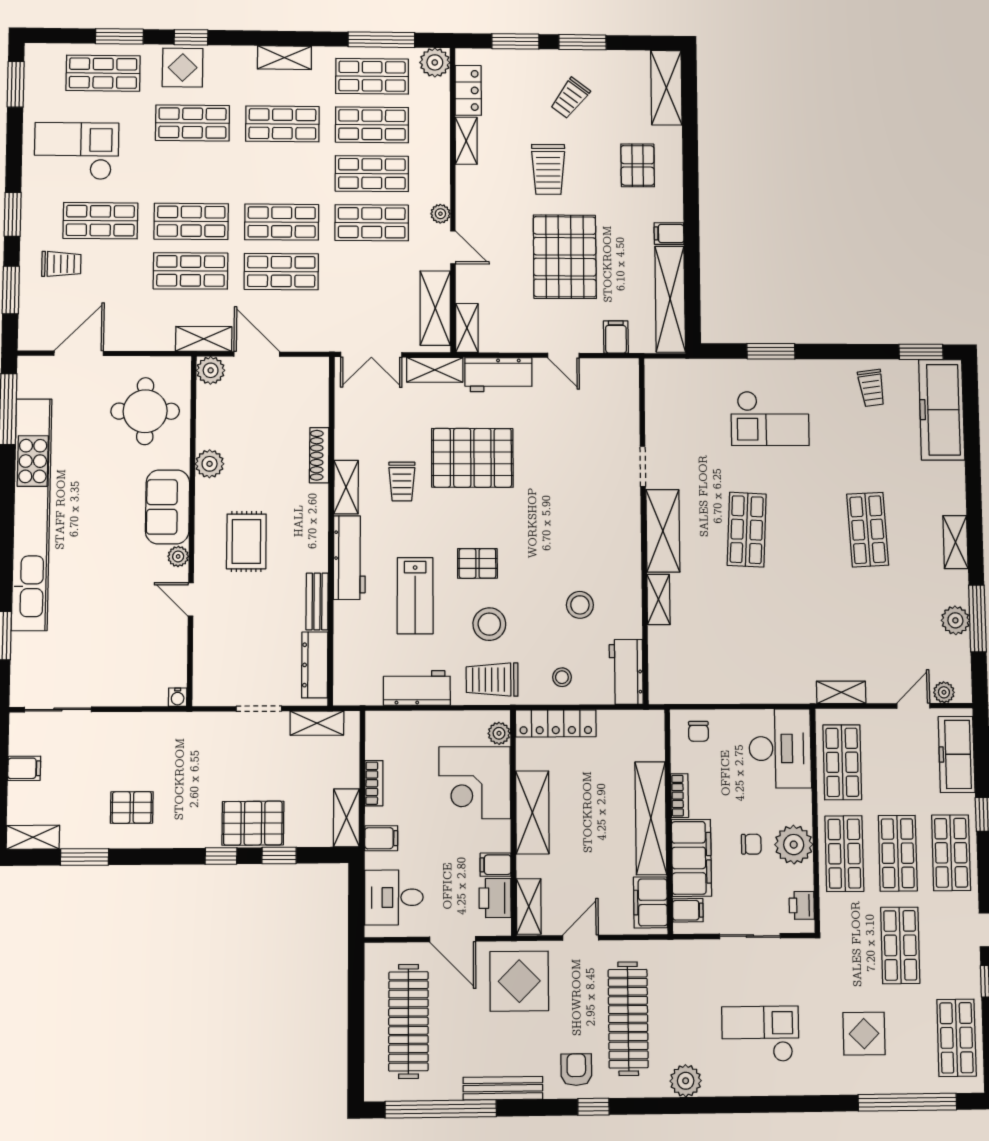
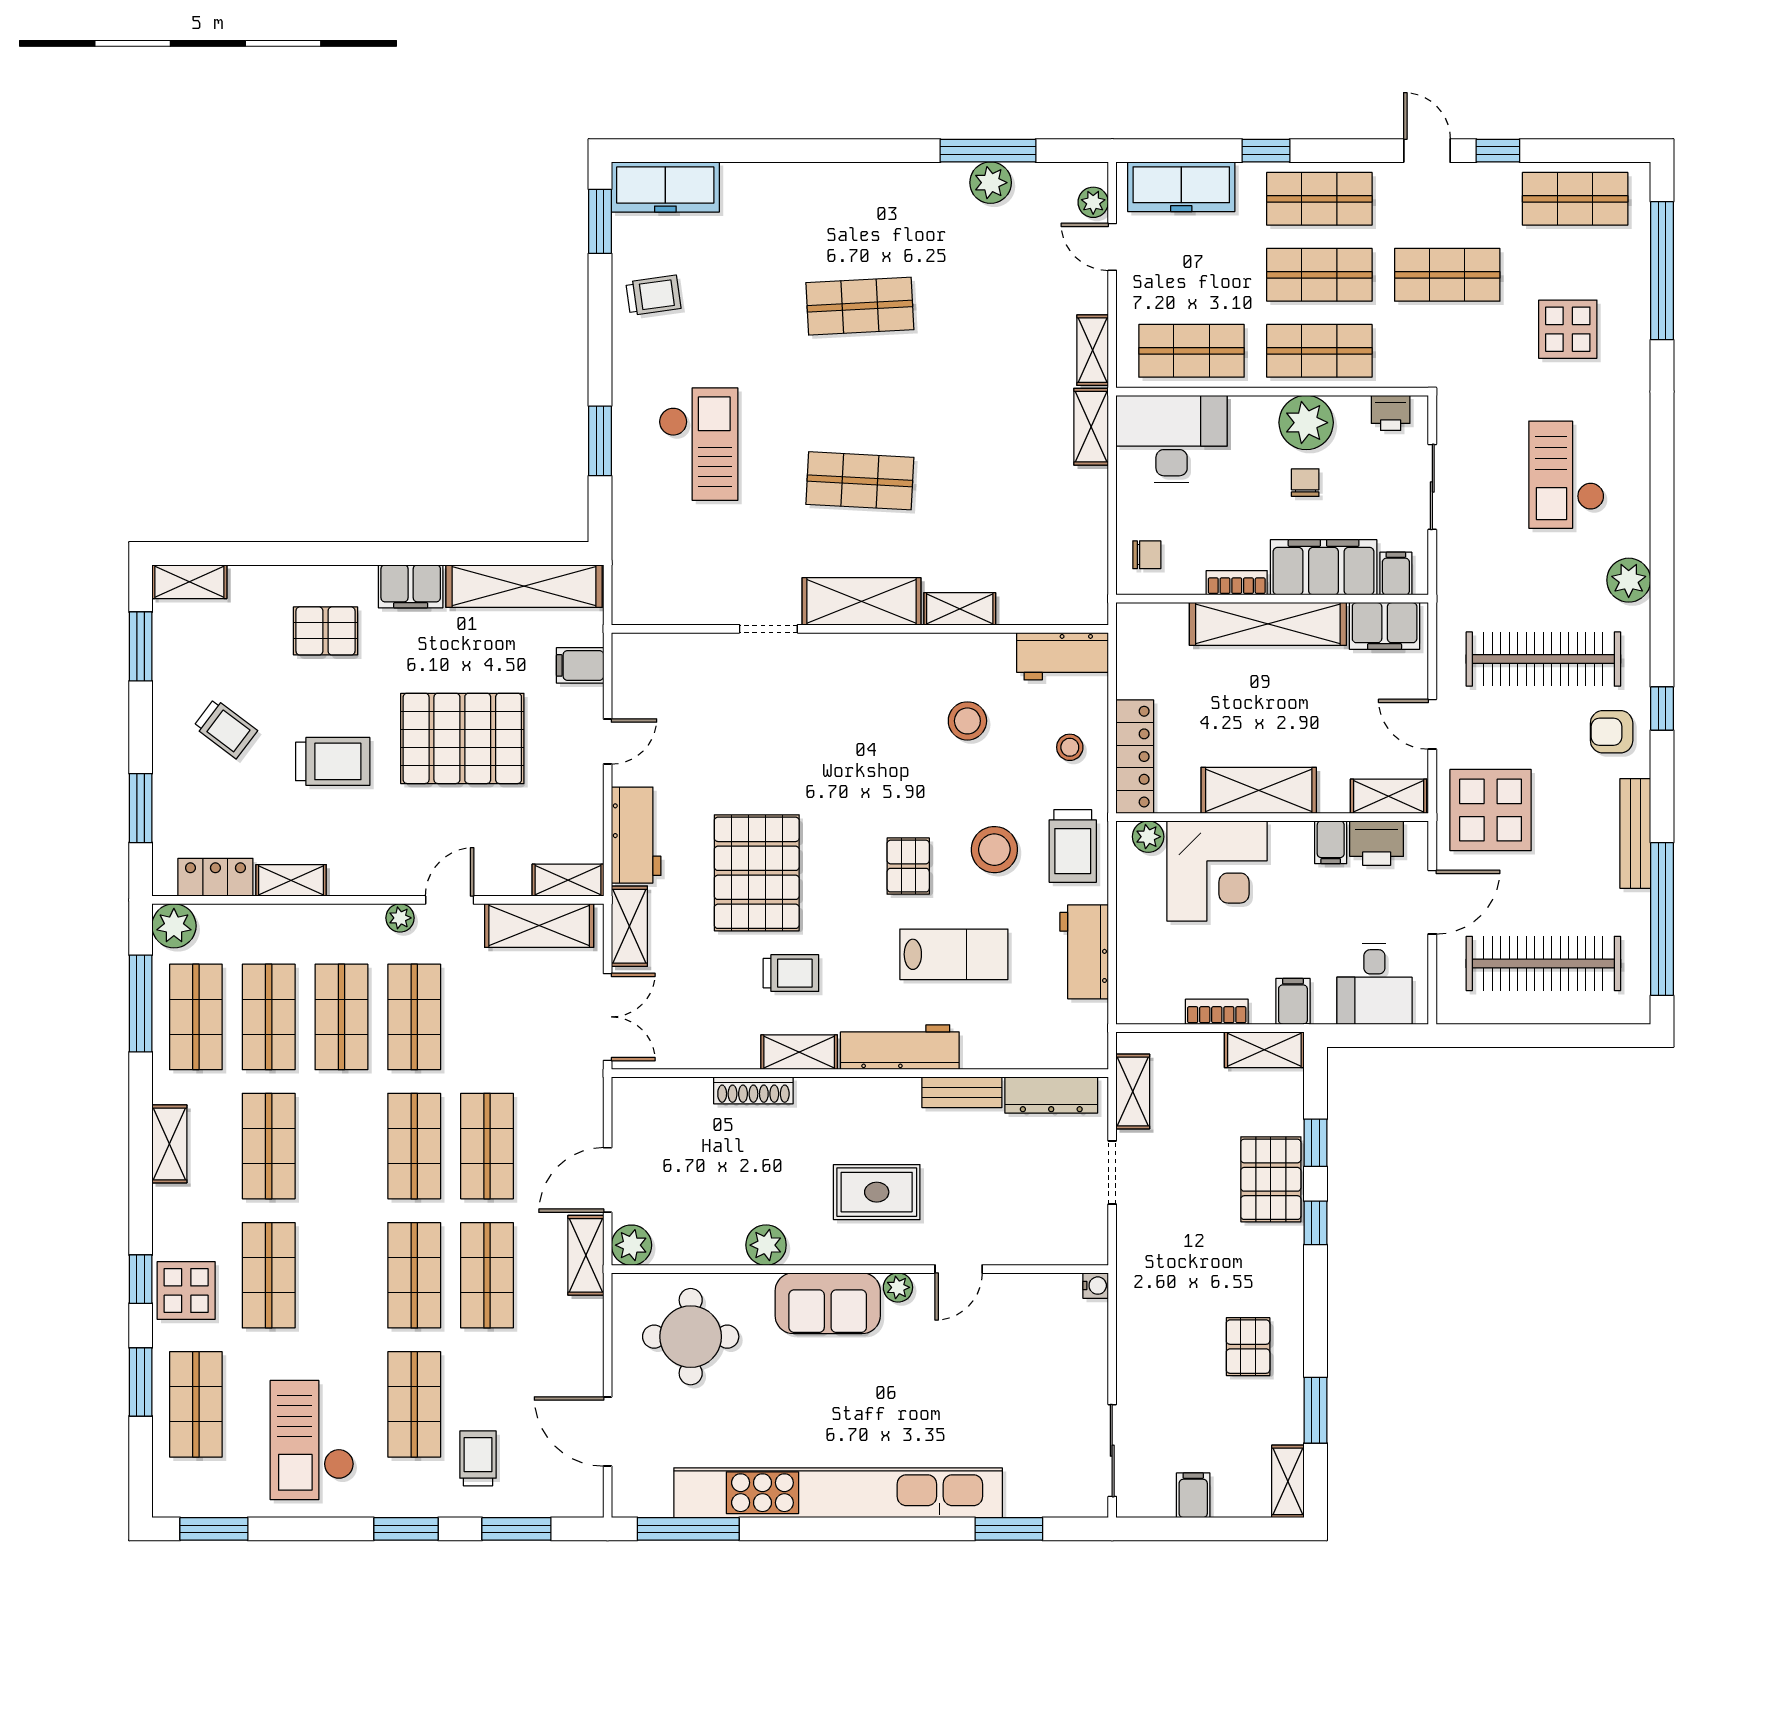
window: (582, 42) -> (141, 646), moved
shelving: (666, 88) -> (189, 582), width x0.67, depth x0.75
filing cabinet: (669, 234) -> (411, 586), width x2.00
freezer: (942, 410) -> (665, 187), width x0.73, depth x0.79
shelving: (955, 542) -> (1091, 427), moved, turned 90

